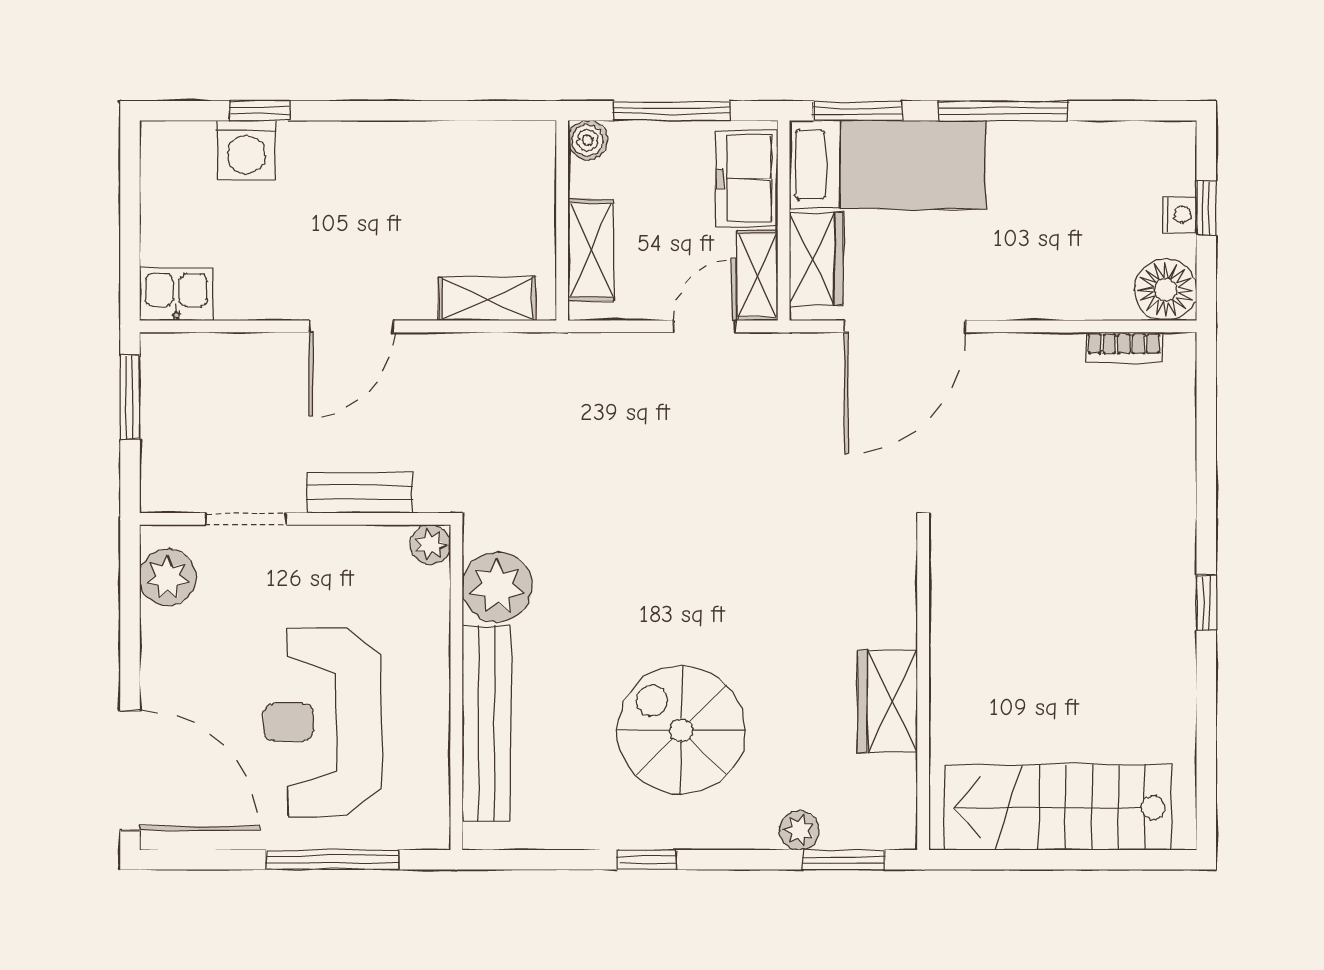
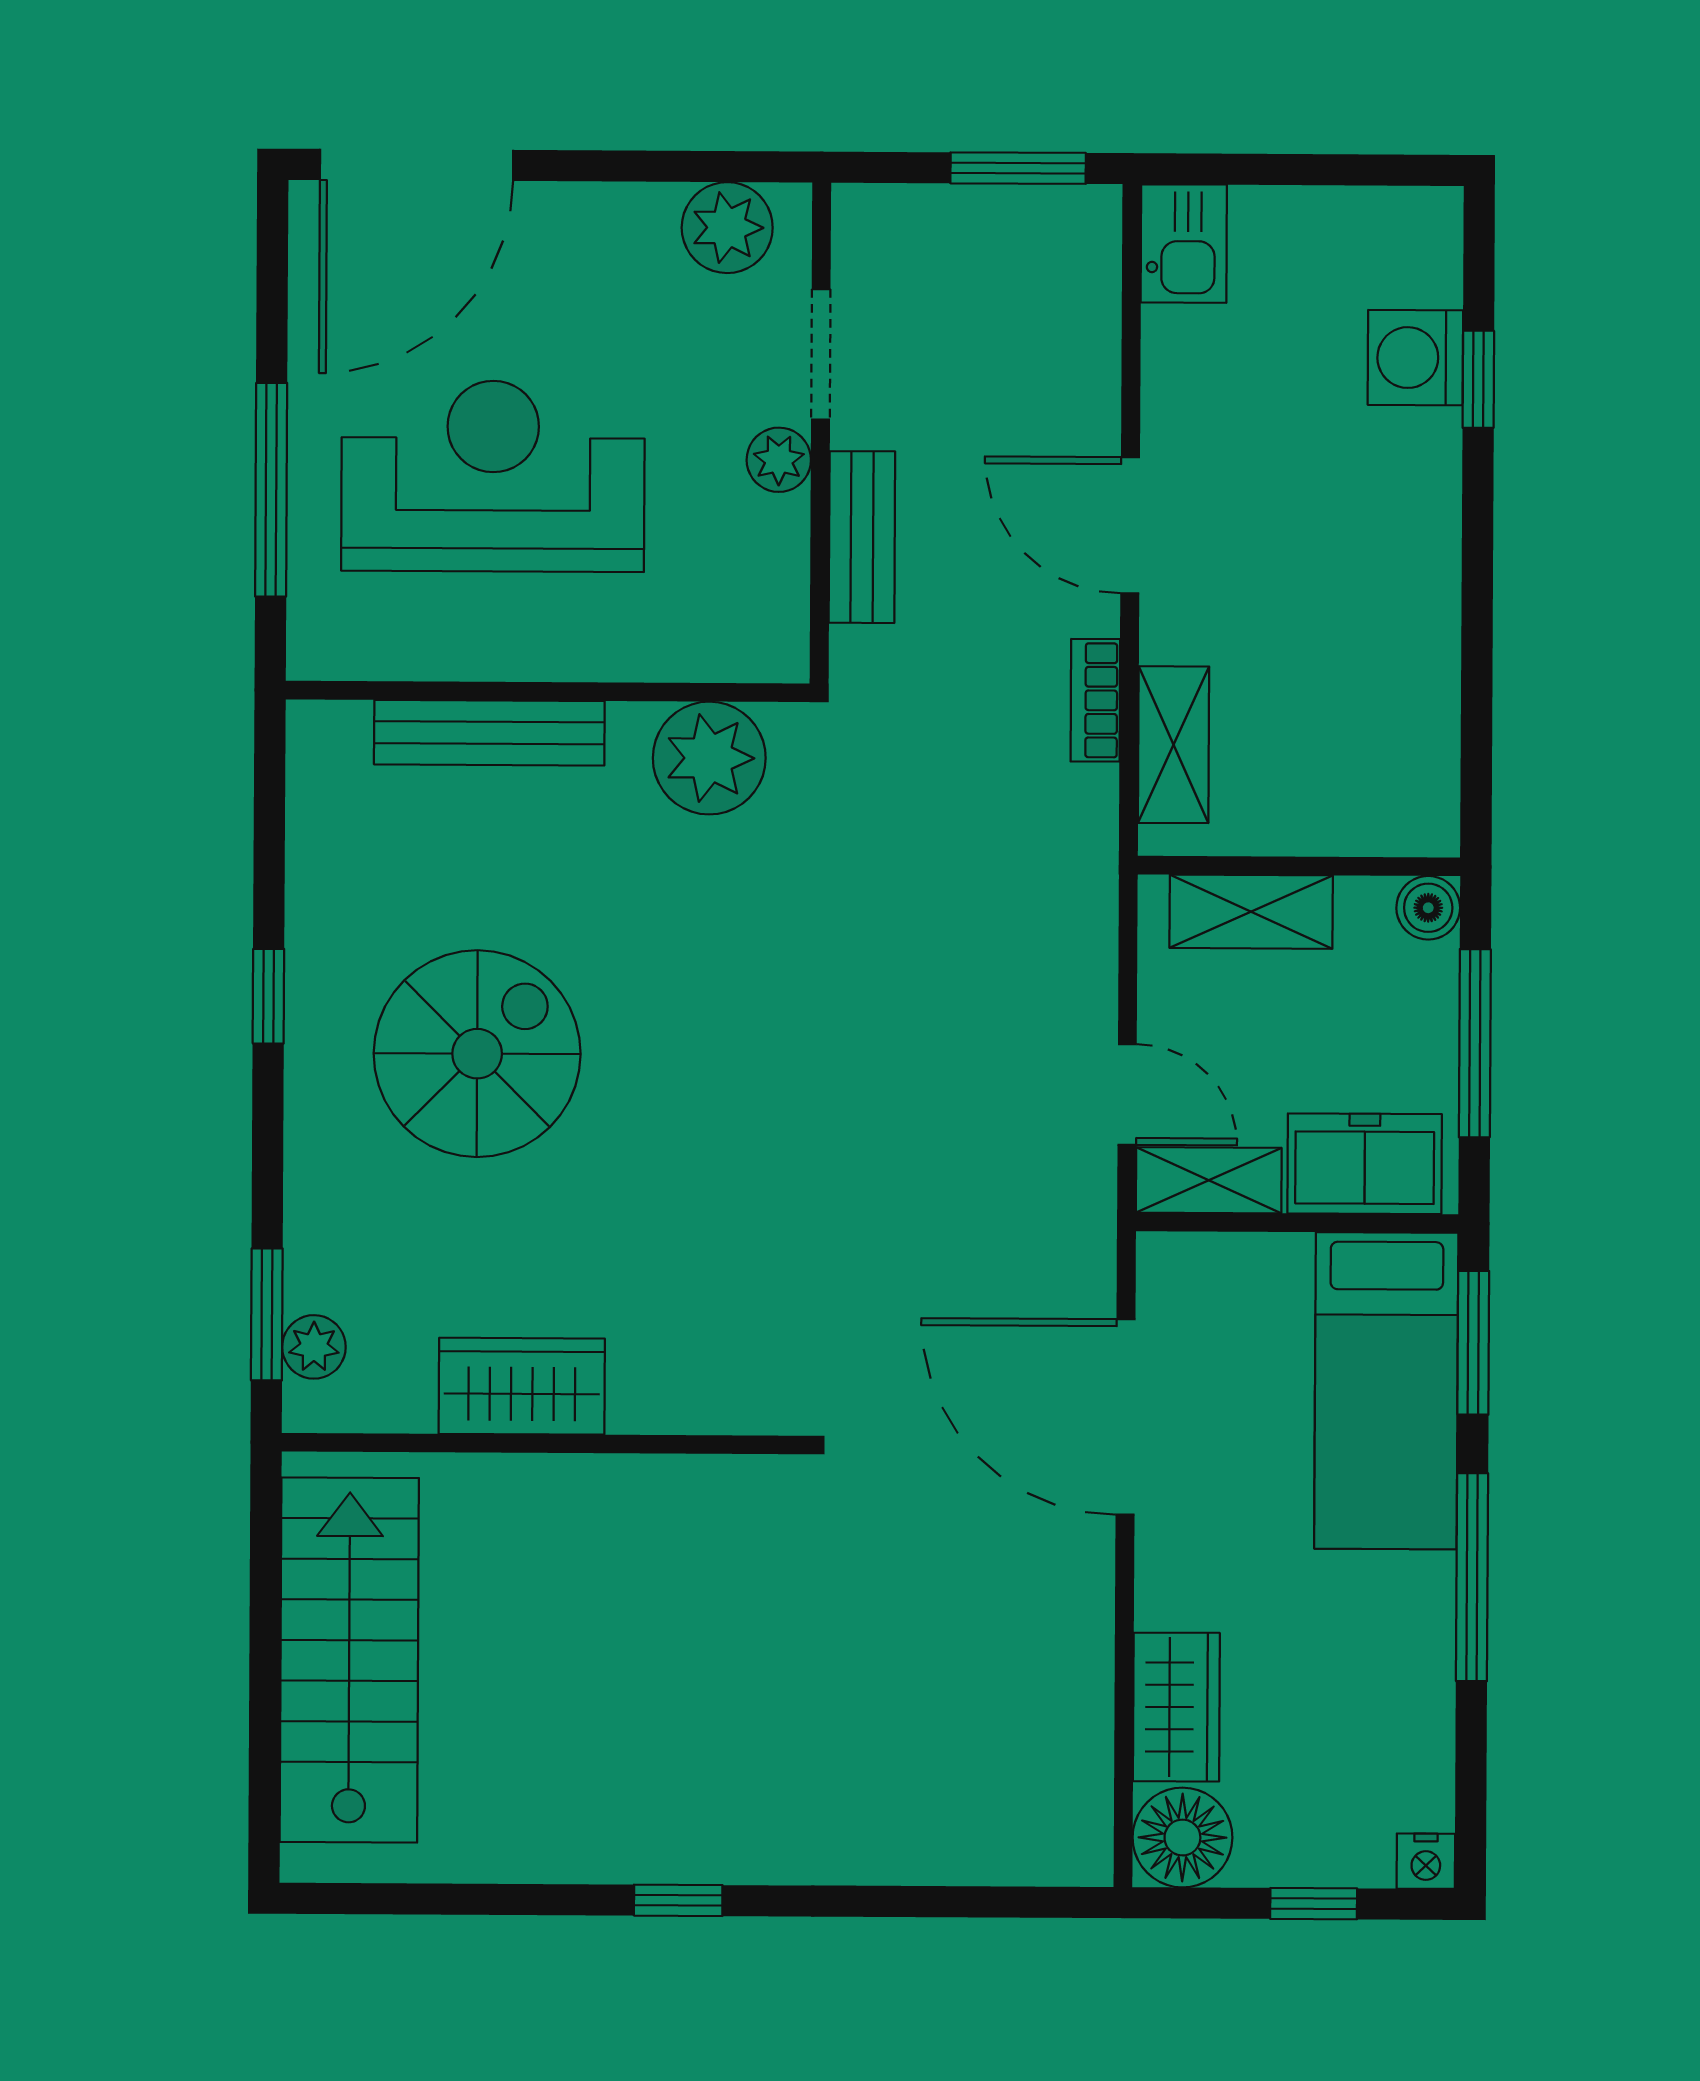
nightstand: (1179, 215) -> (1426, 1861), moved
wardrobe: (816, 259) -> (1176, 1707), moved, turned -90
bookcase: (1124, 347) -> (1095, 700), moved
plant: (431, 545) -> (779, 460), moved
bench: (486, 724) -> (489, 733), width x0.73, depth x0.82
plant: (799, 830) -> (314, 1347), moved

